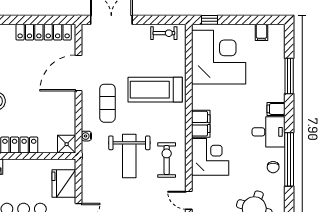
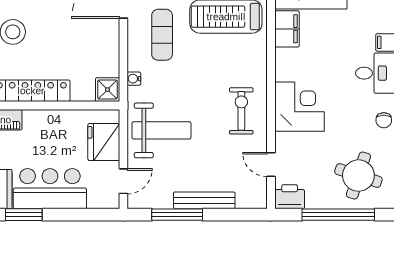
filing cabinet: (201, 124) -> (287, 29), moved
weight bench: (129, 156) -> (161, 130), moved, turned -90

